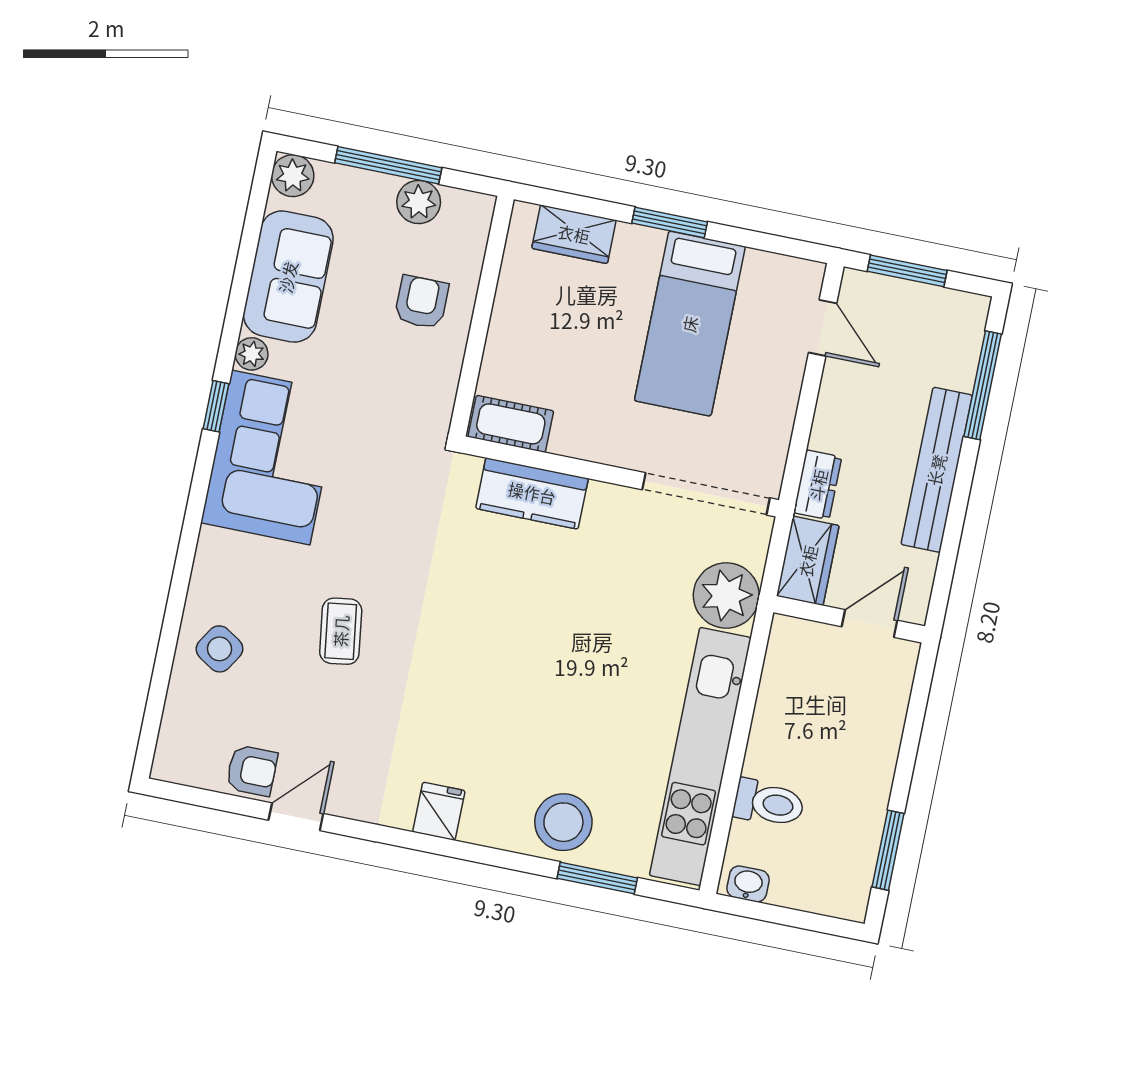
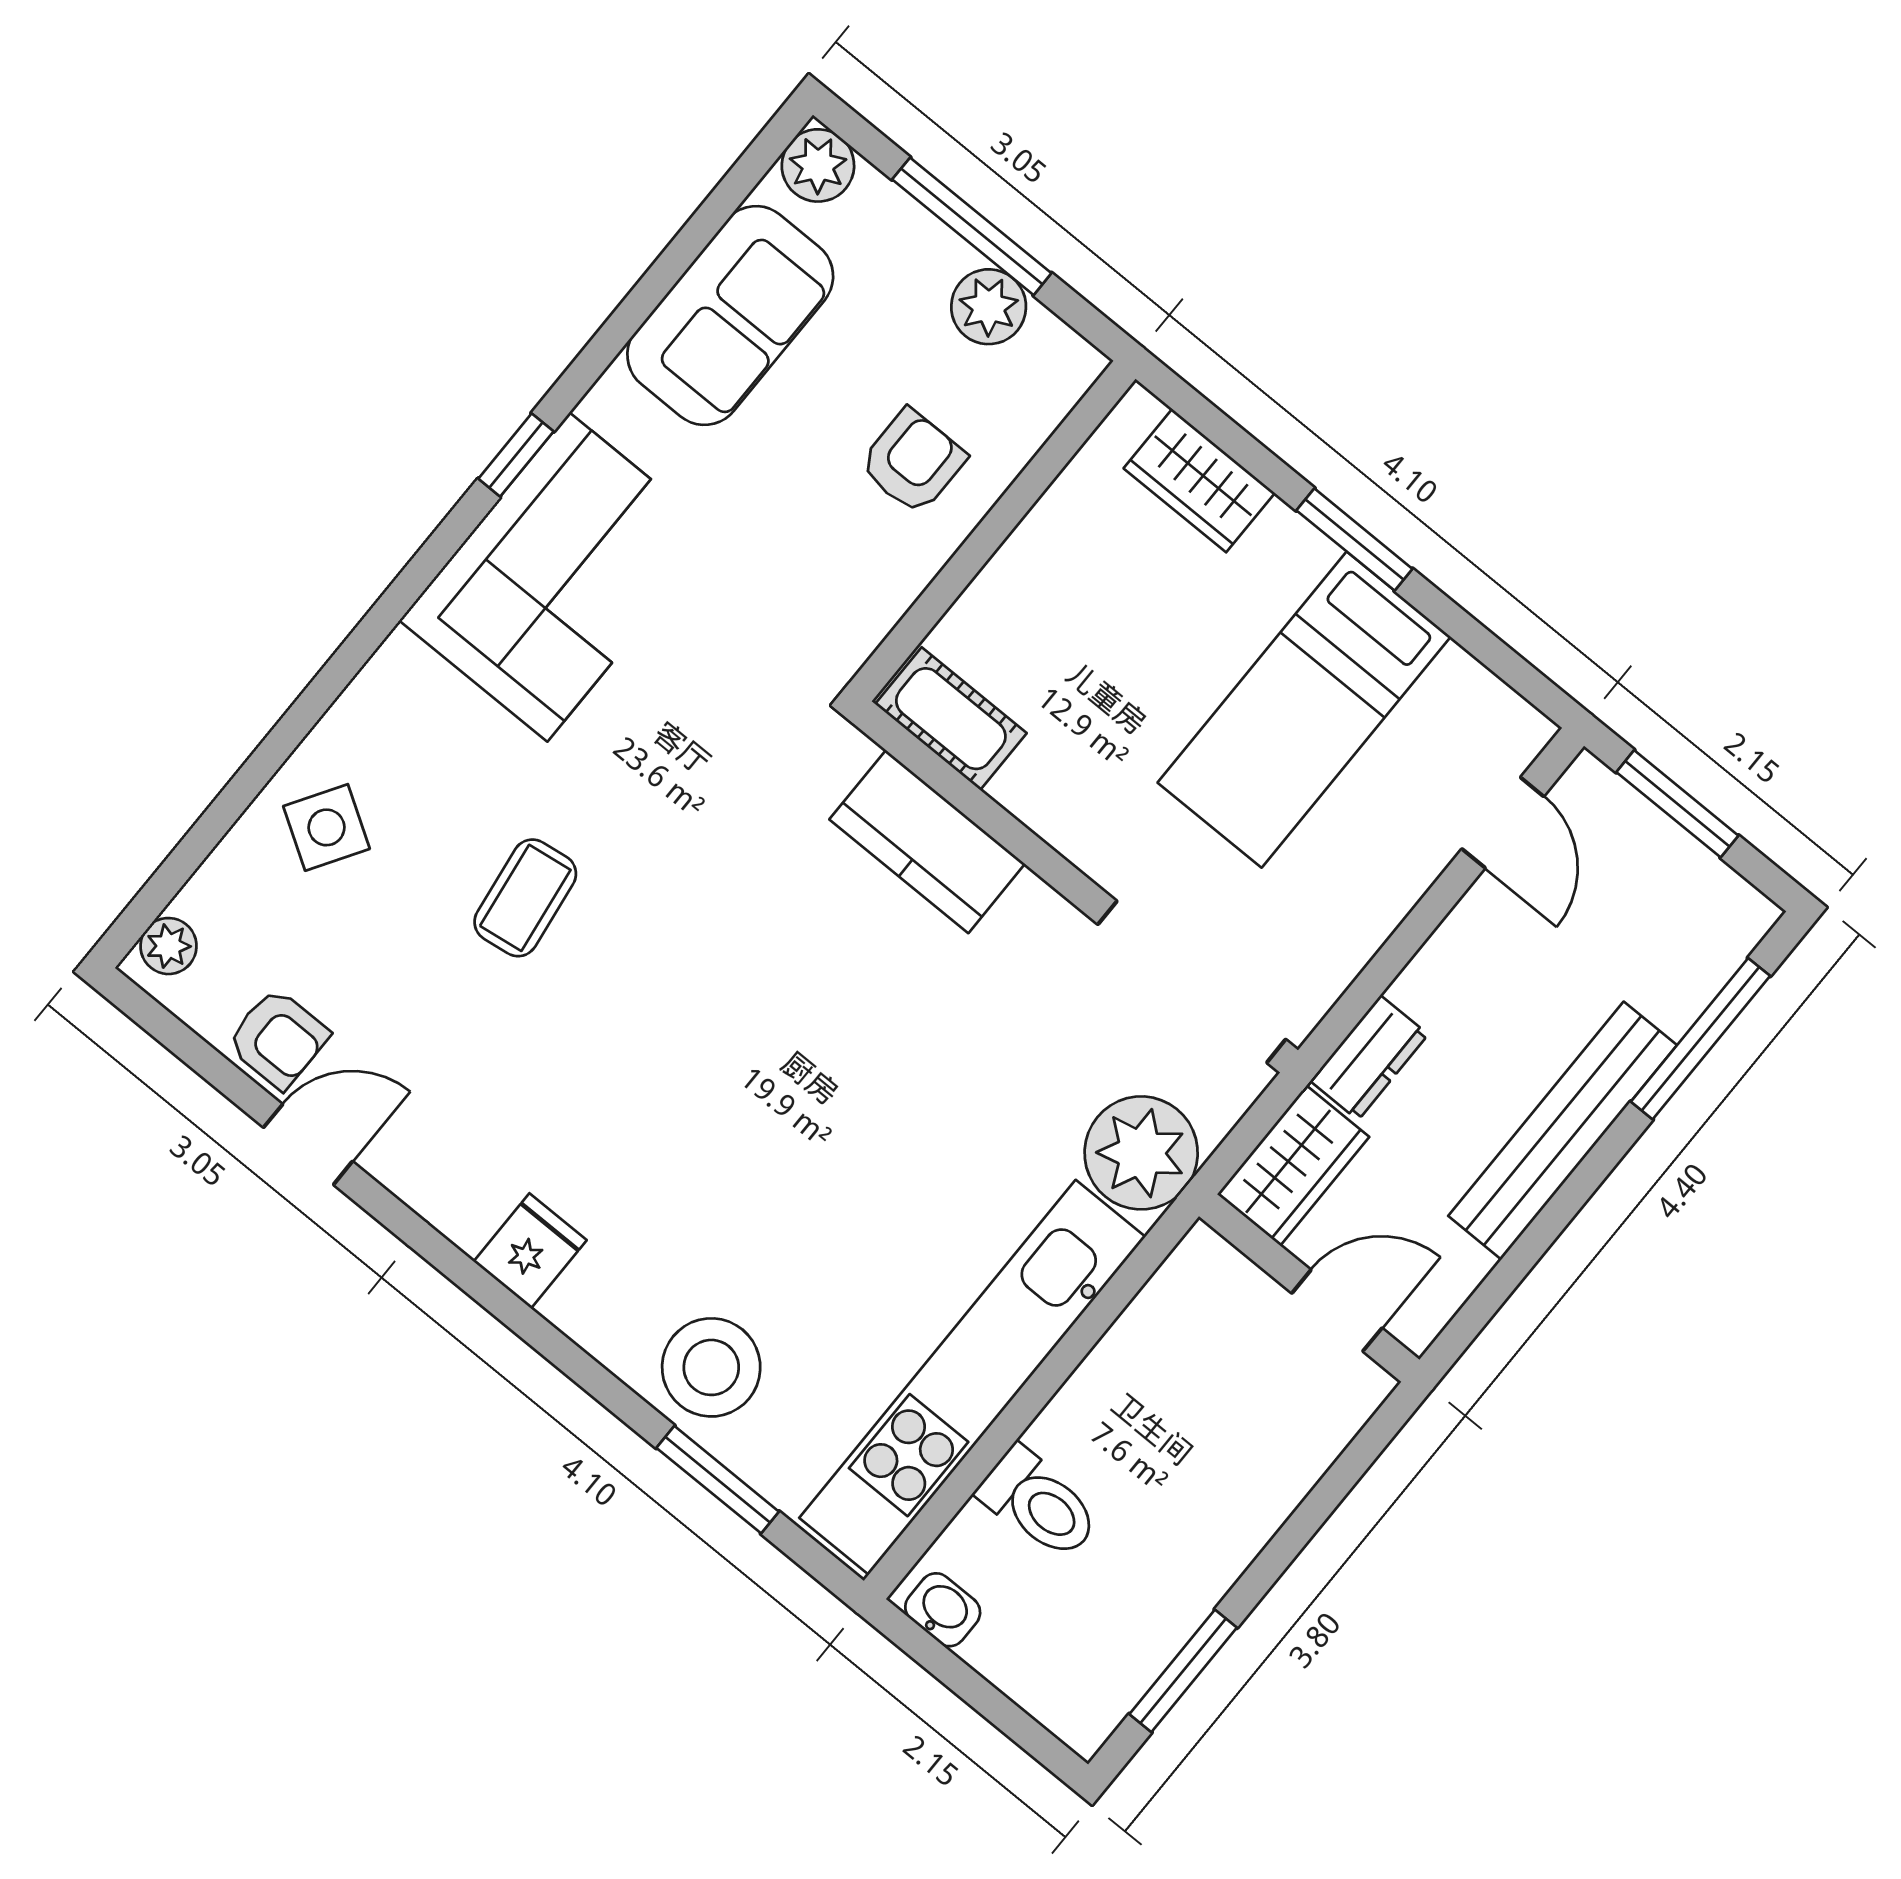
plant: (252, 354) -> (168, 946), moved

